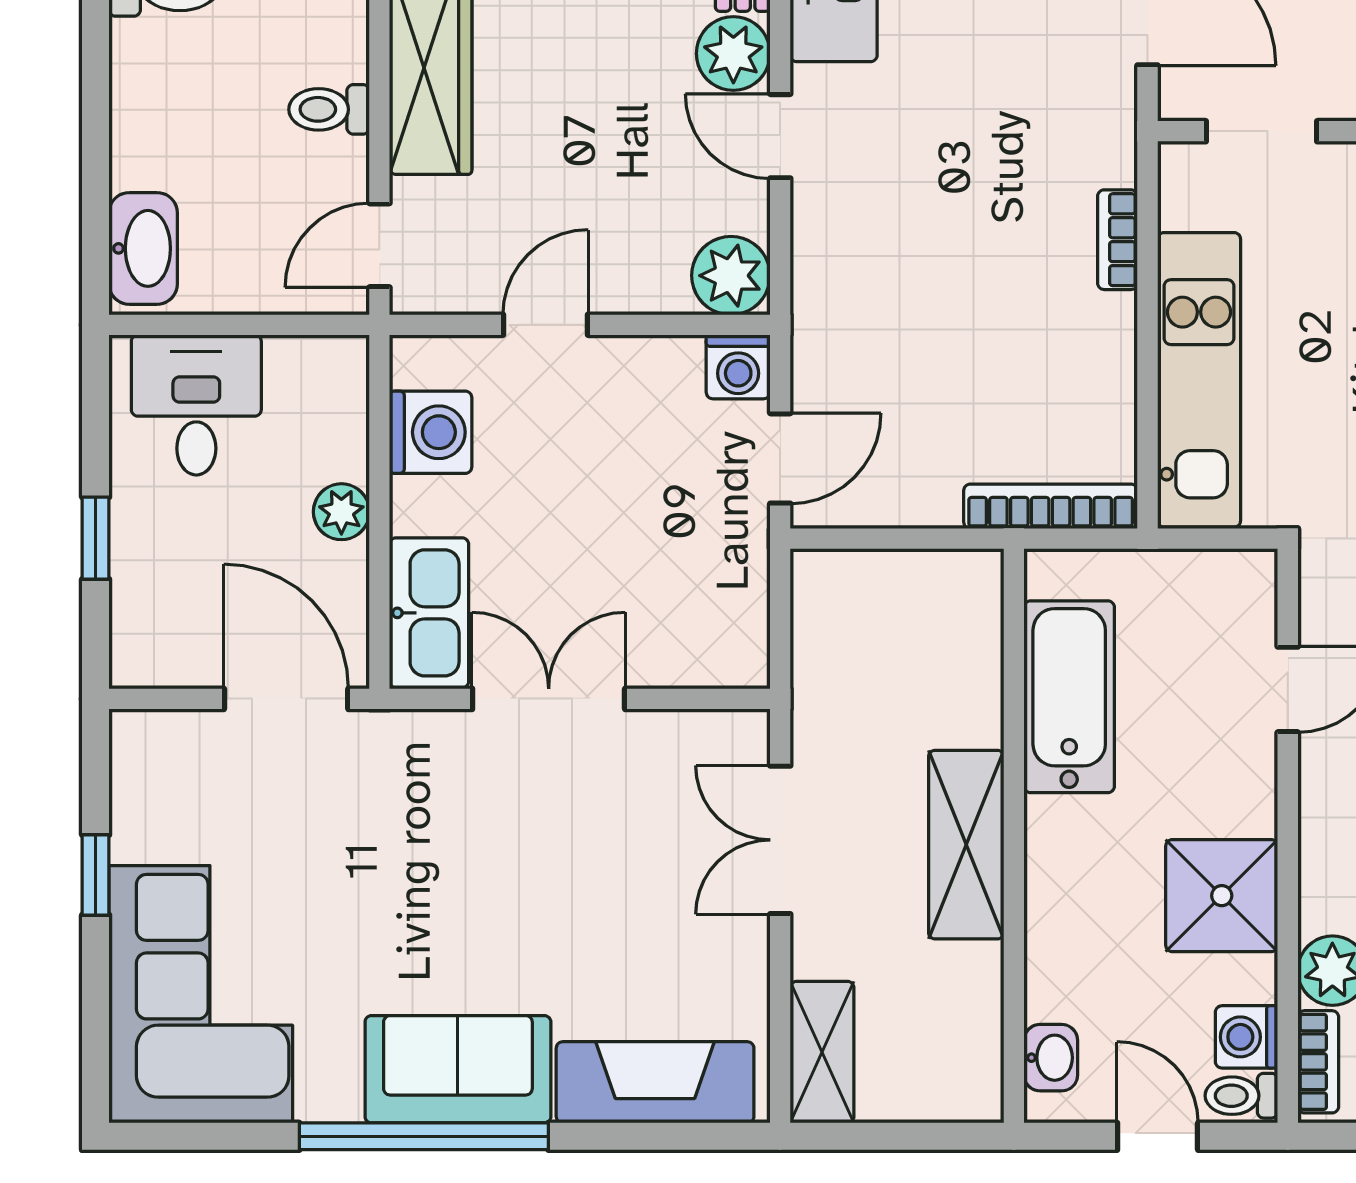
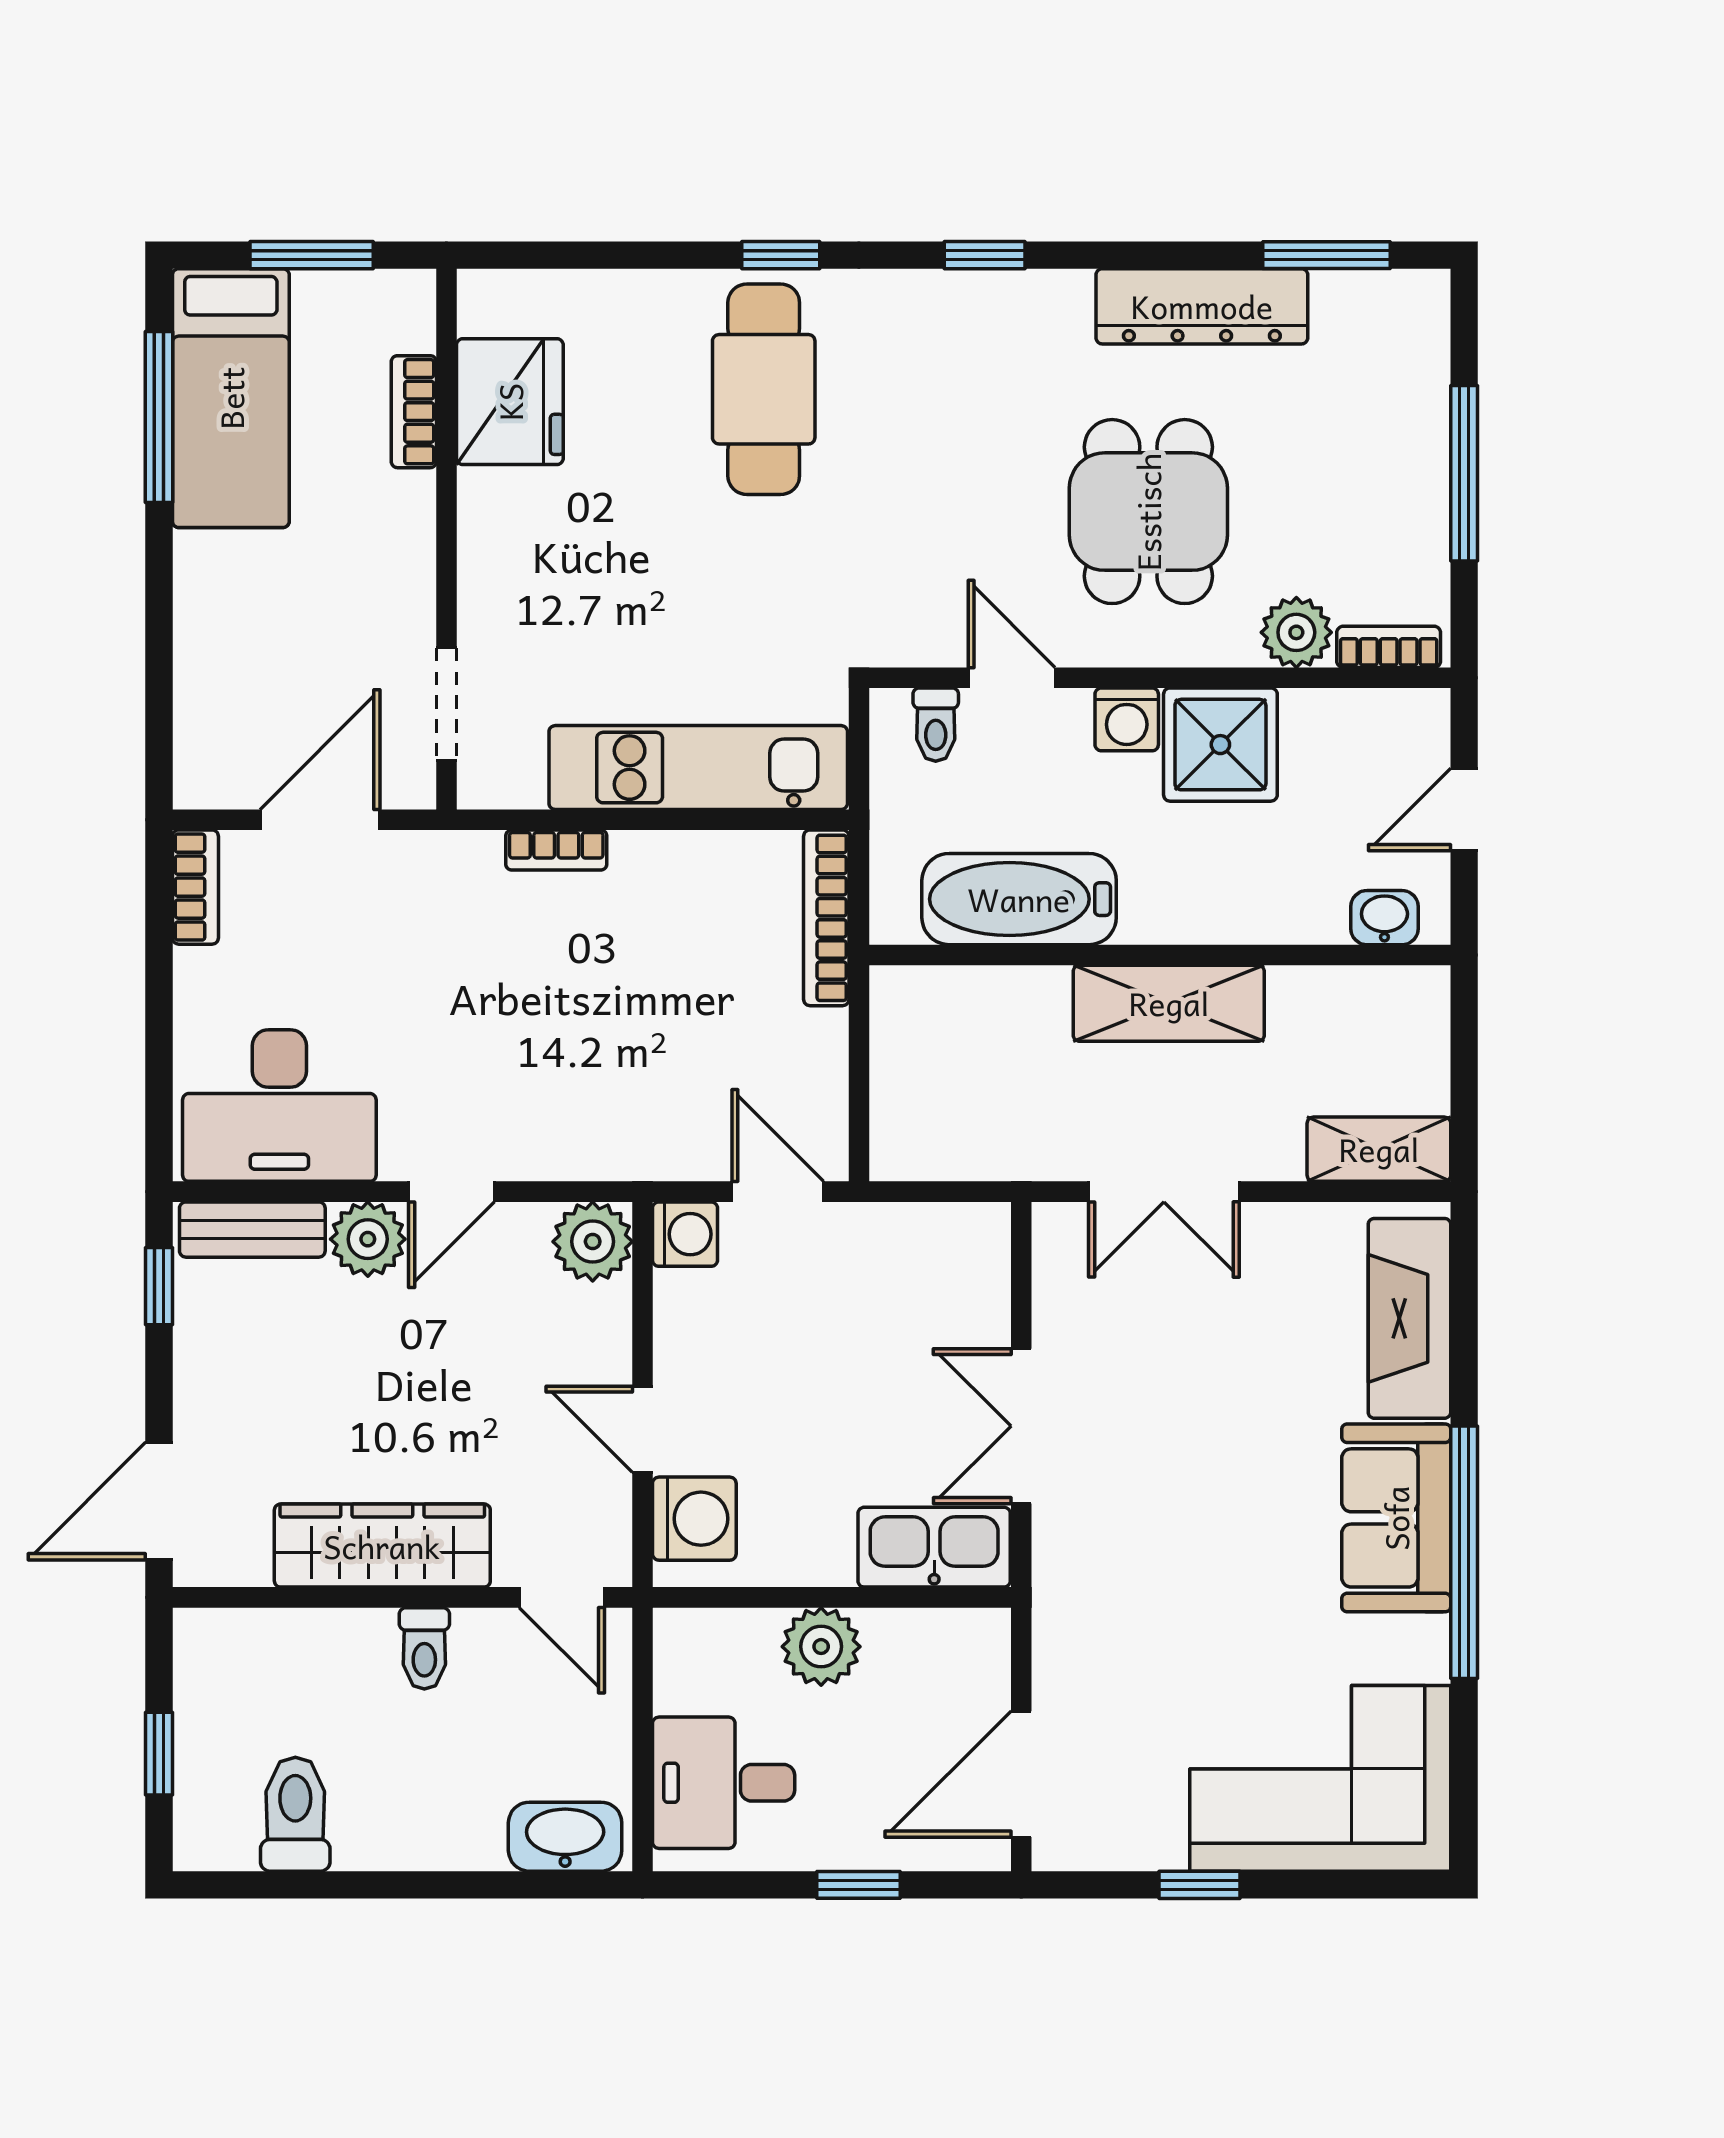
washing machine: (431, 432) -> (694, 1519), moved, turned 90
plant: (341, 512) -> (821, 1647), width x1.38, depth x1.38
door: (286, 699) -> (1021, 1774), moved
washing machine: (1247, 1037) -> (1127, 719), moved
toilet: (1241, 1096) -> (936, 725), moved

